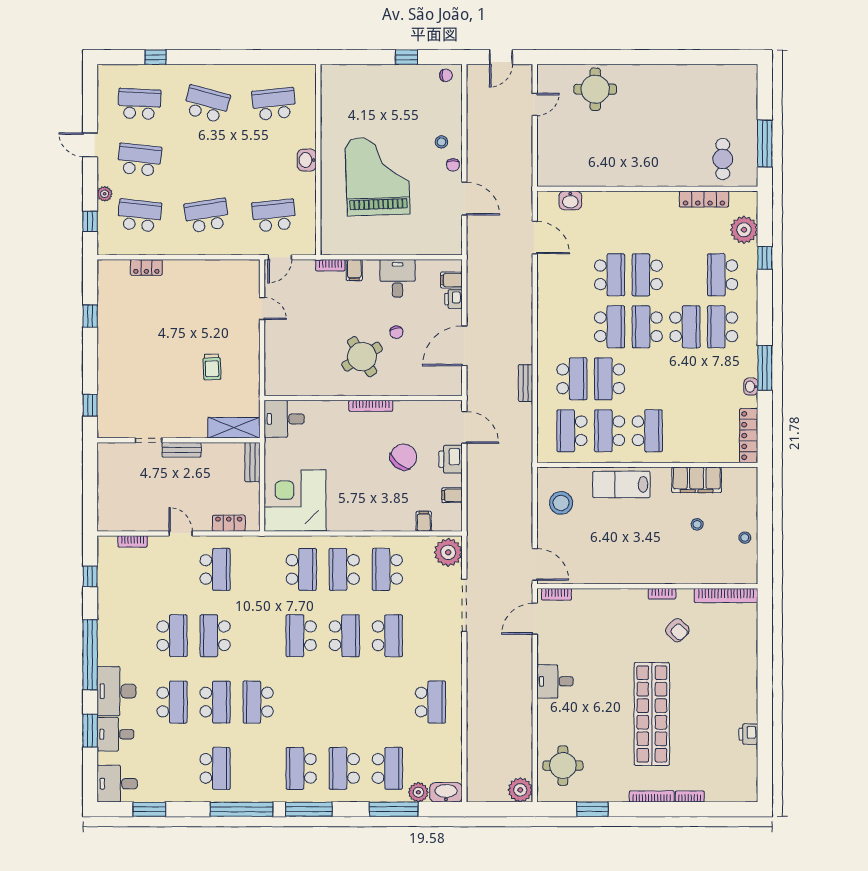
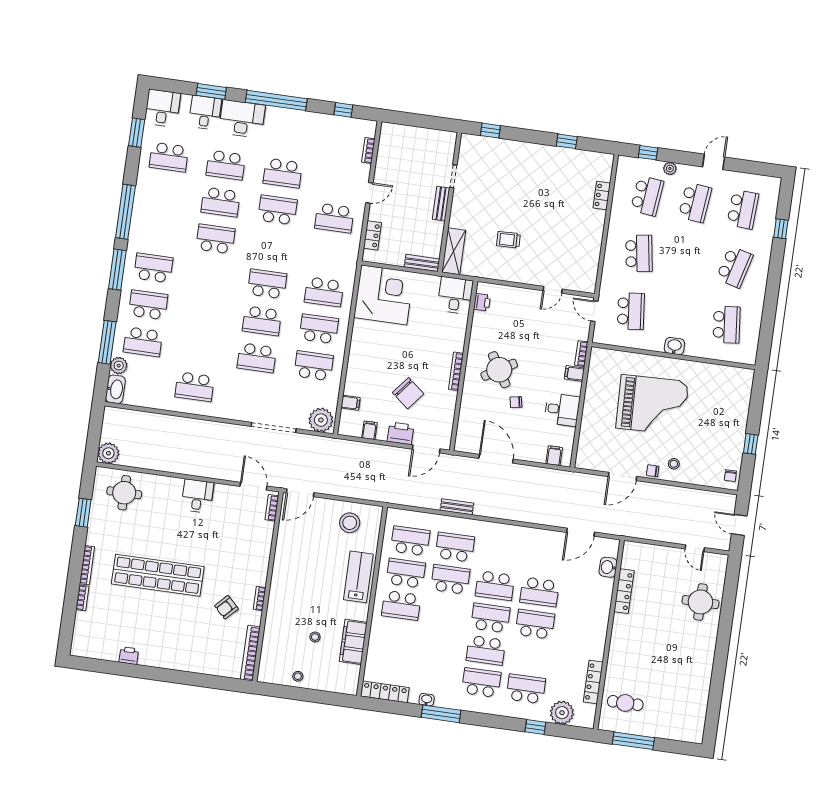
locker: (595, 178) -> (624, 591), added
printer: (454, 299) -> (482, 302), moved, turned 90
school desk: (572, 379) -> (455, 547), turned 180
school desk: (215, 768) -> (169, 157), moved

